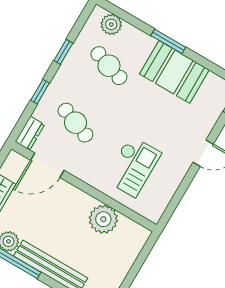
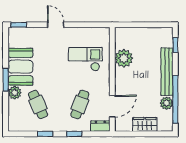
plant: (111, 24) -> (15, 93), moved
cafe table: (109, 66) -> (38, 104), turned -42
door: (47, 165) -> (112, 106), hinge flipped

